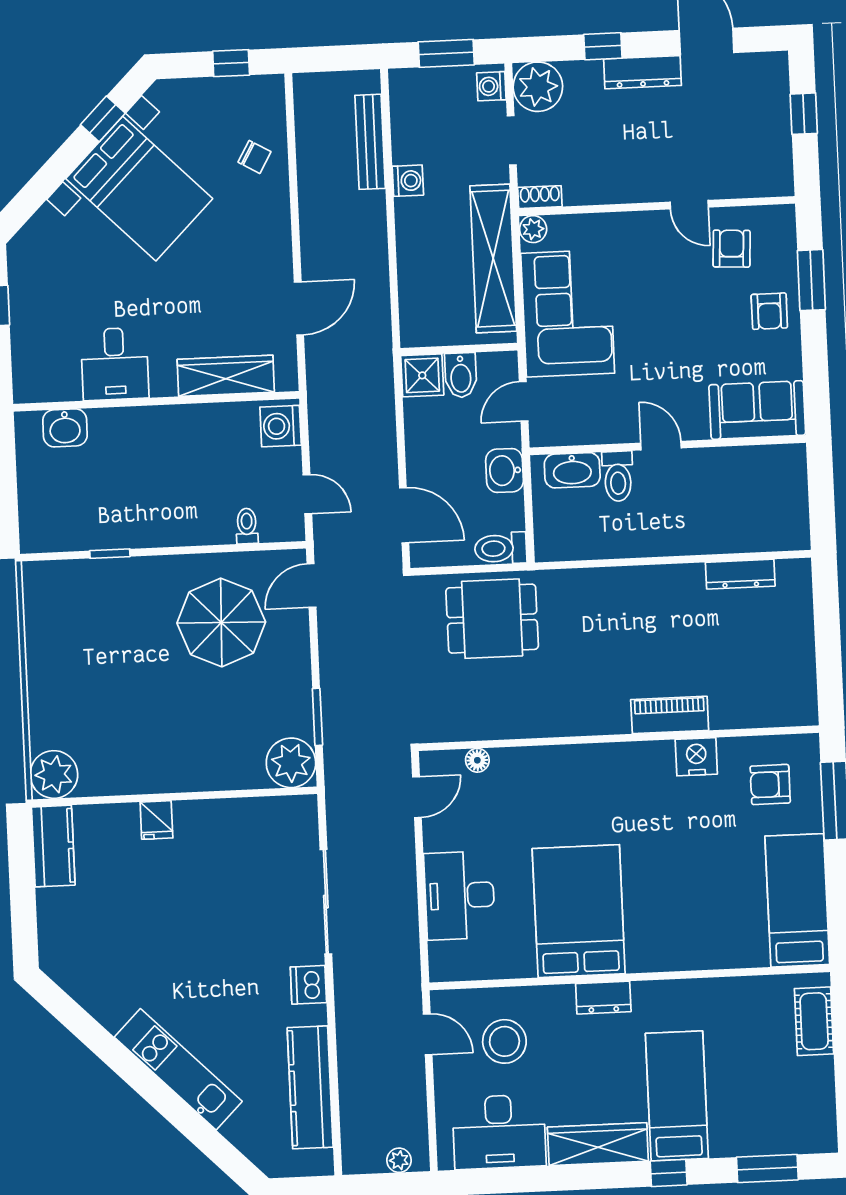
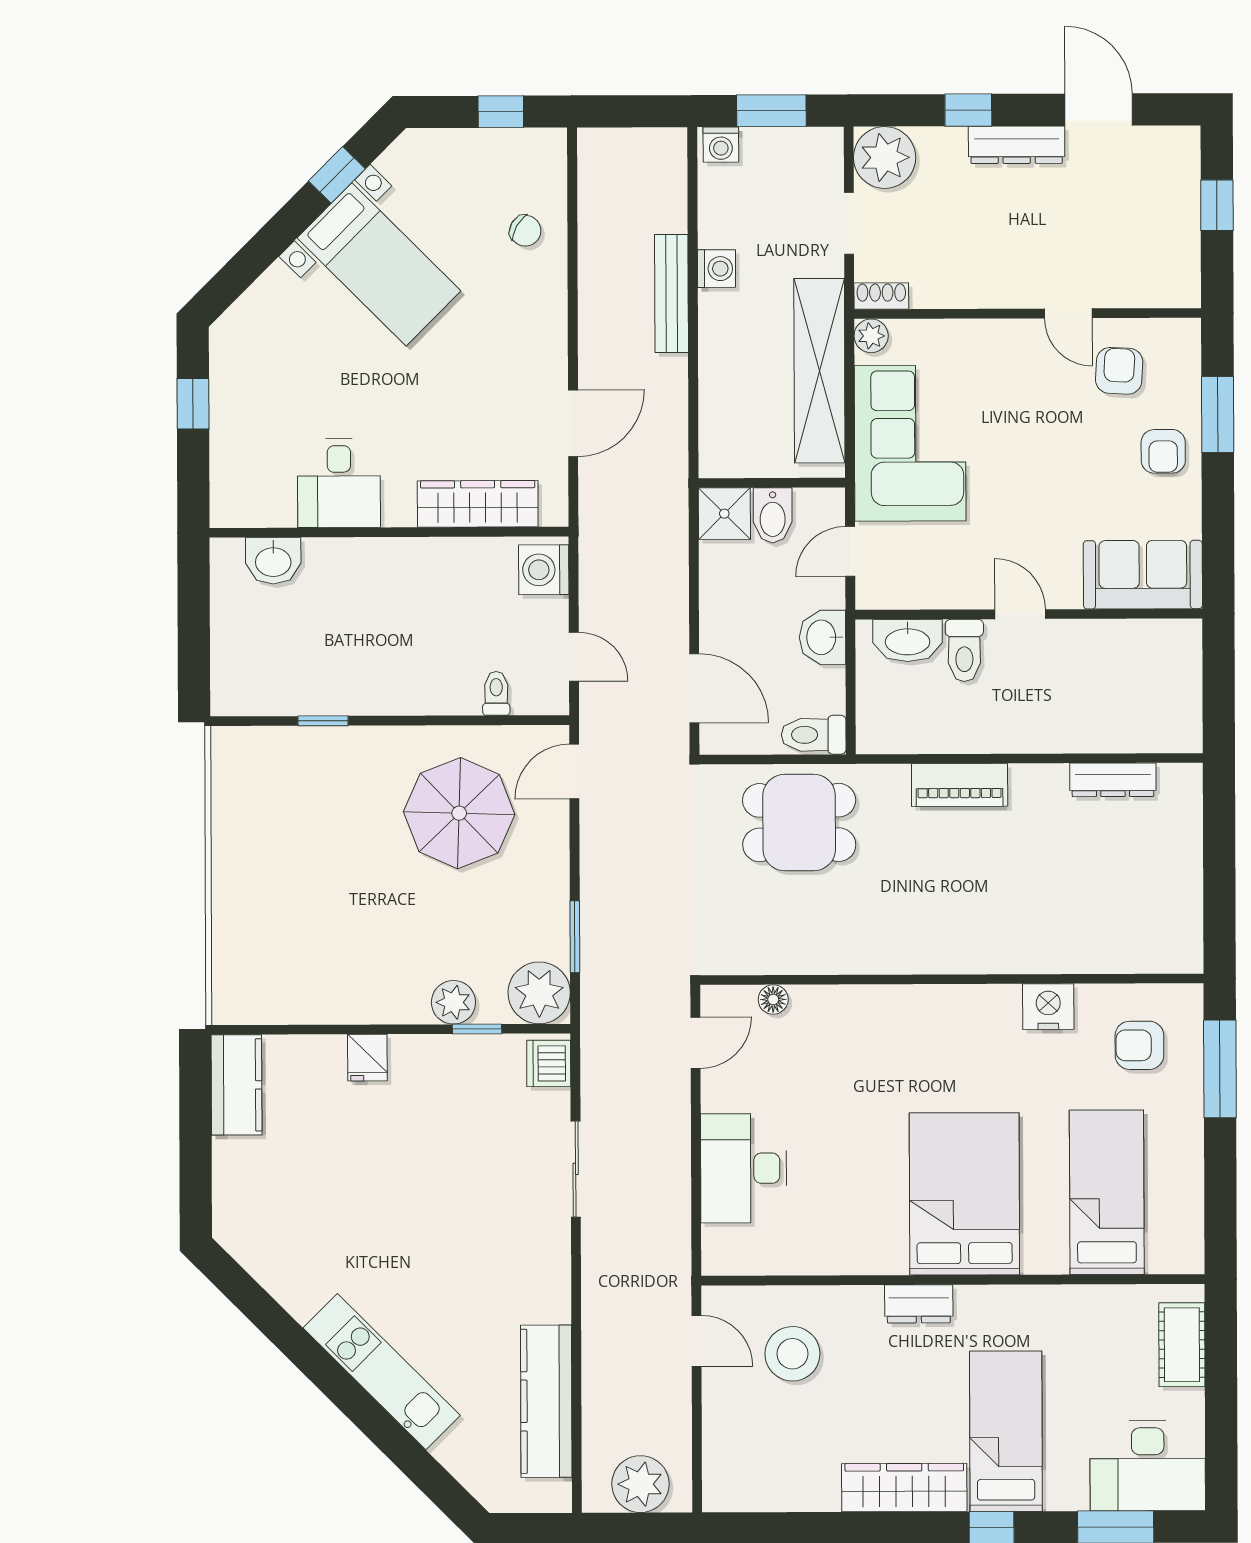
washing machine: (491, 86) -> (721, 145), moved, turned -90
bench: (370, 142) -> (671, 293), moved
bed with nightstands: (139, 189) -> (379, 264), width x0.73
piano: (670, 715) -> (960, 785), moved, turned 180
plant: (54, 774) -> (453, 1002), moved, width x0.73, depth x0.73
window: (243, 794) -> (477, 1029), added
bed: (797, 900) -> (1107, 1192), moved
sliding door: (326, 902) -> (576, 1169), width x0.73
bed: (579, 911) -> (964, 1194), moved
dishwasher: (308, 985) -> (549, 1063), moved
desk: (499, 1132) -> (1148, 1466), moved
plant: (399, 1160) -> (640, 1484), width x1.88, depth x1.88

